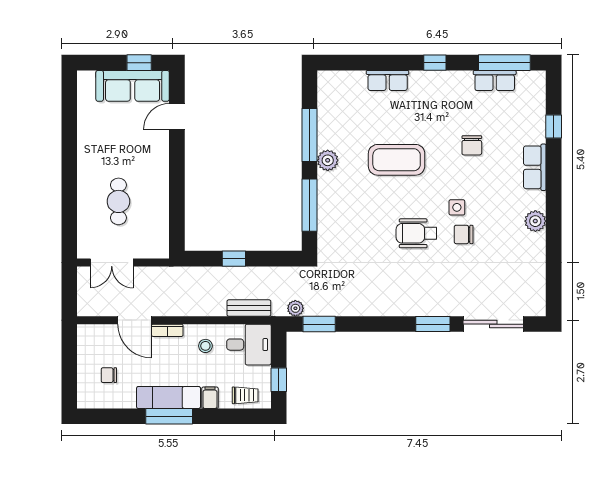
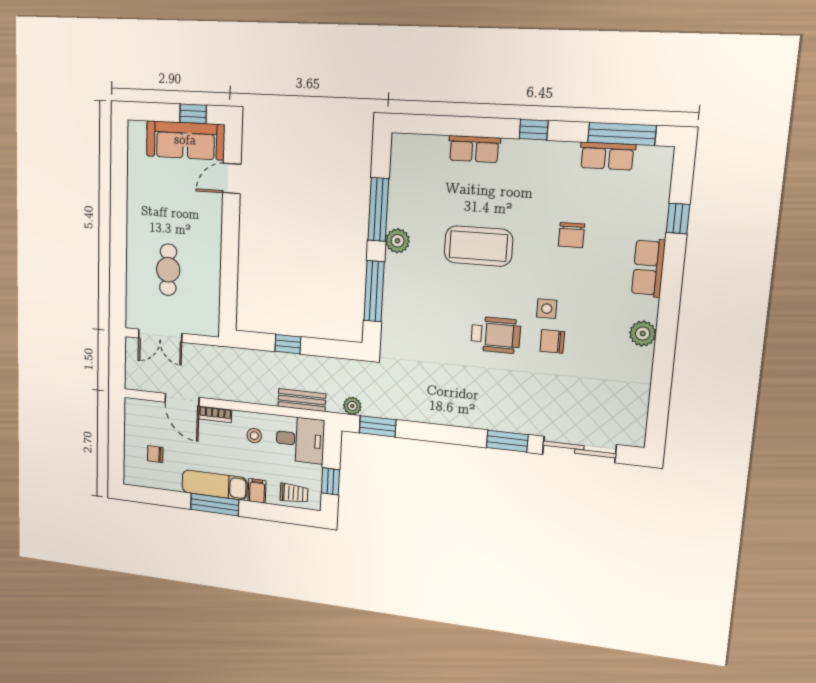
wheelchair: (416, 233) -> (496, 335), turned 180

